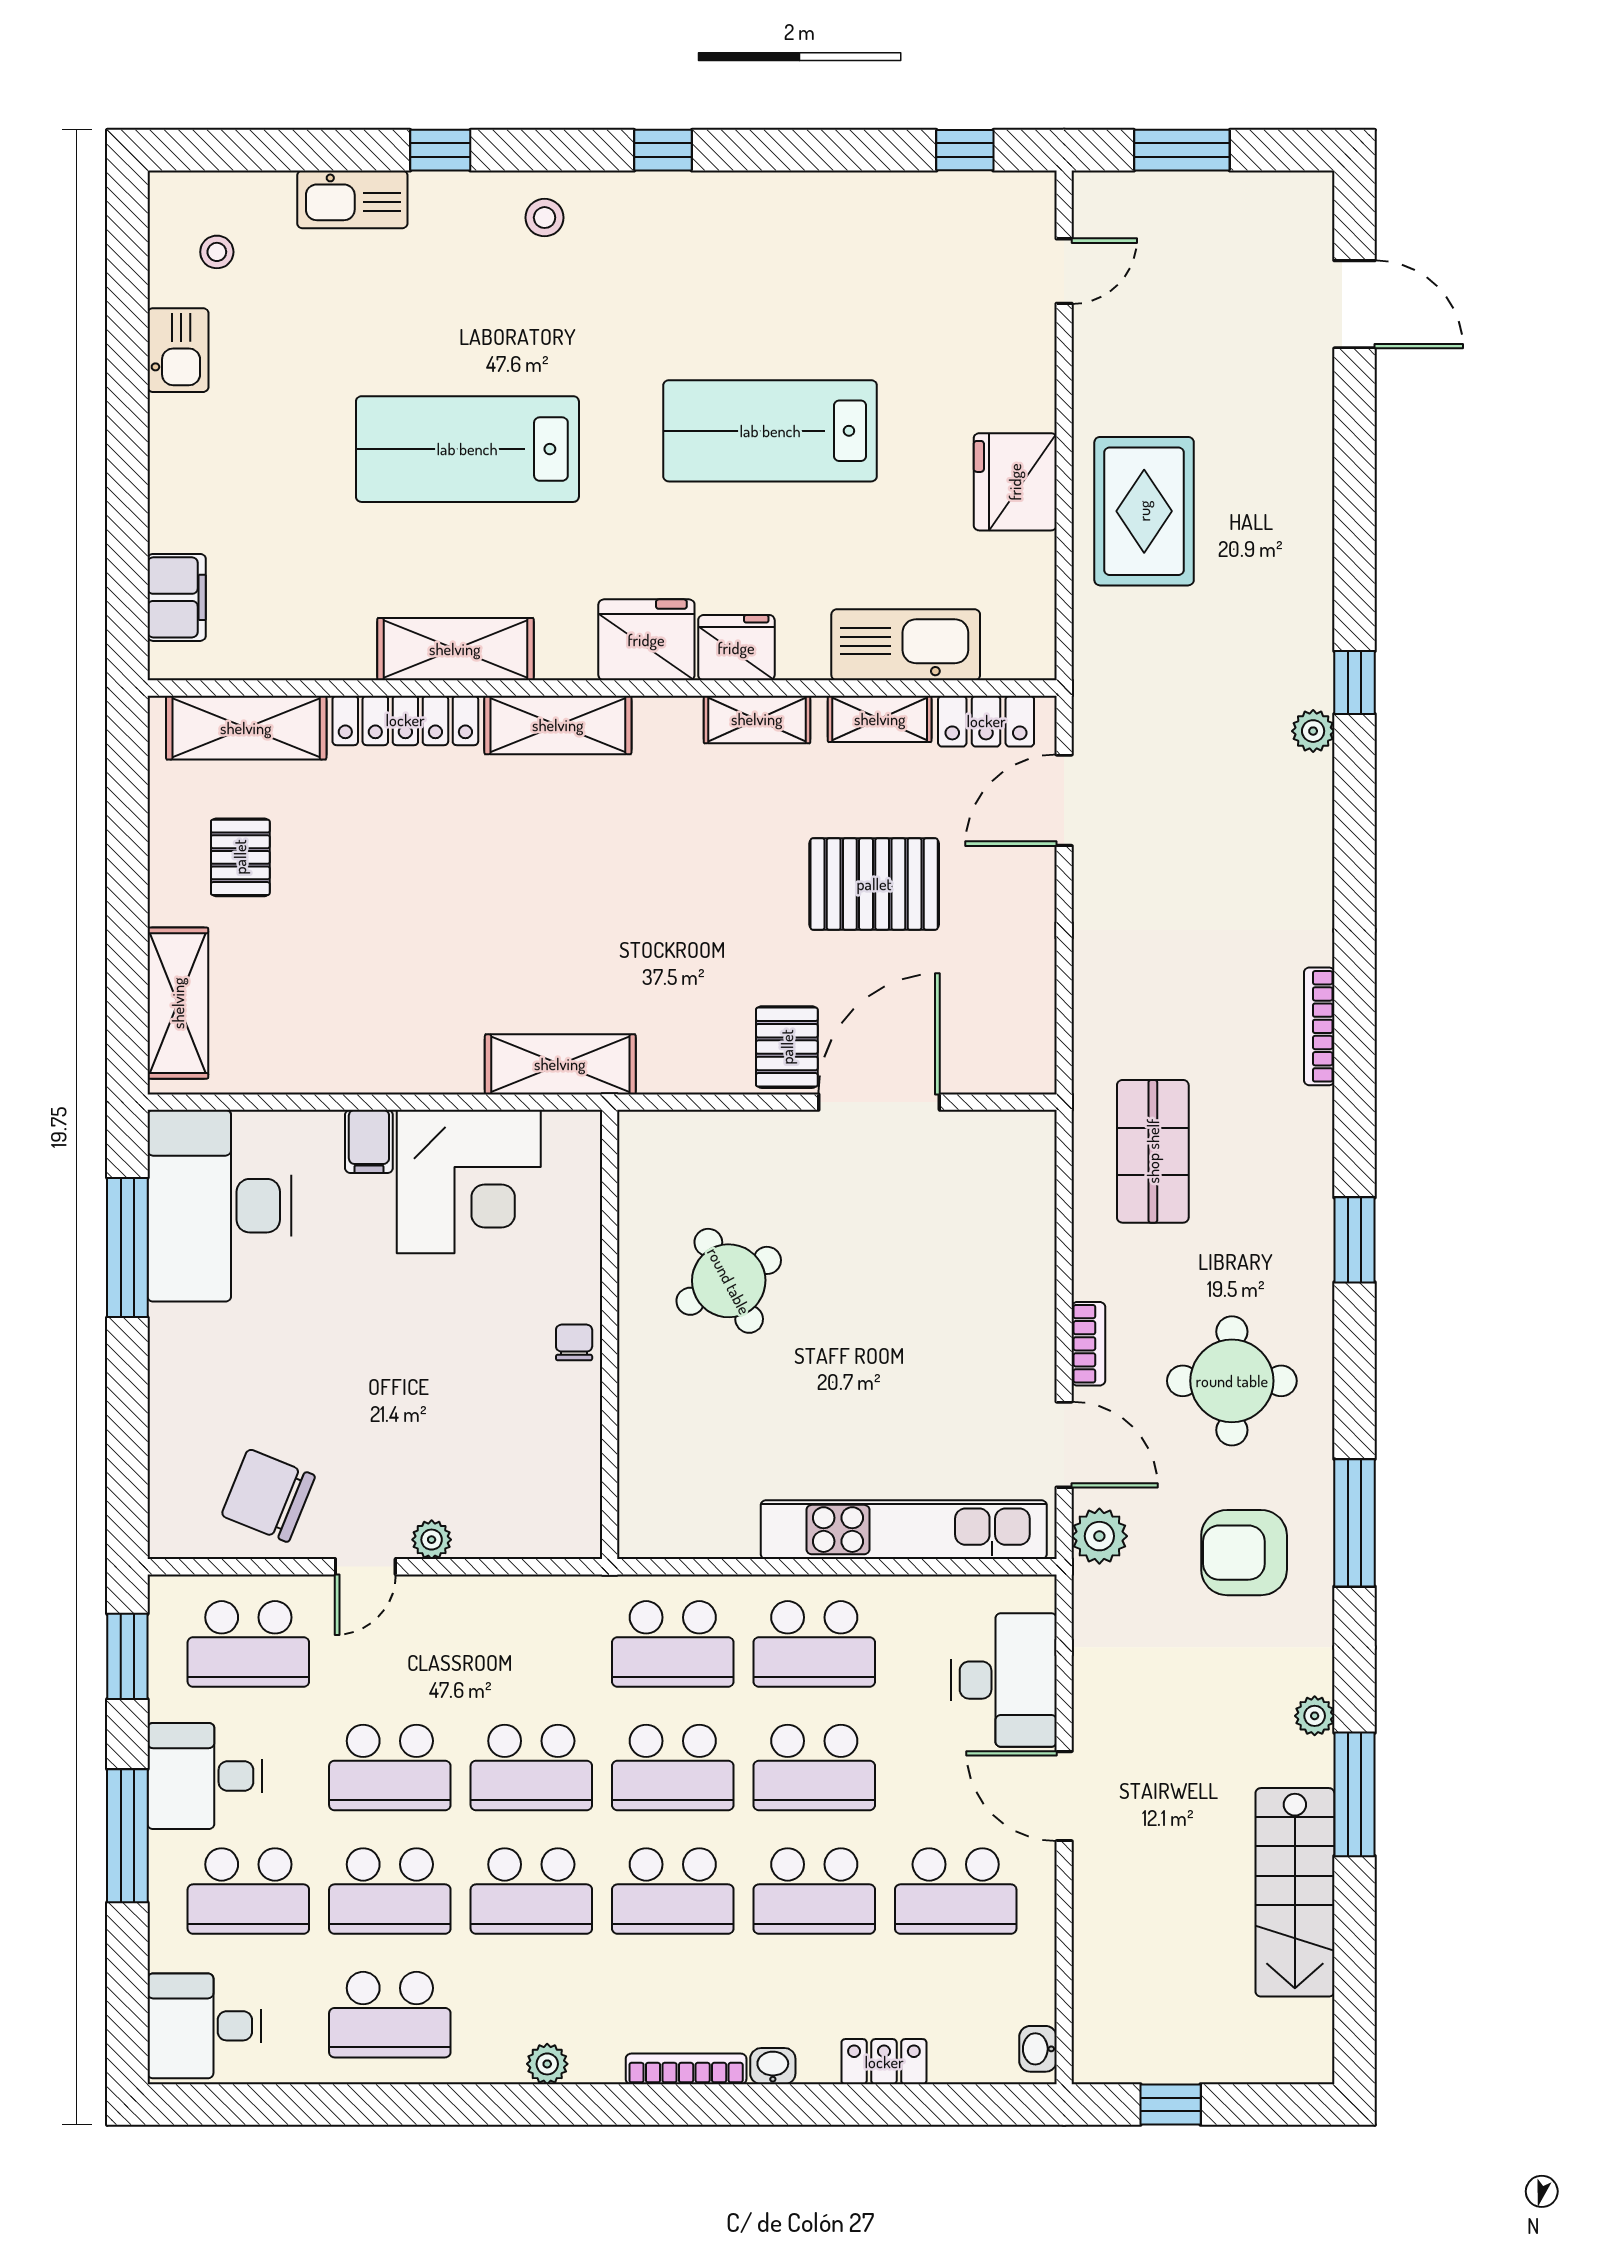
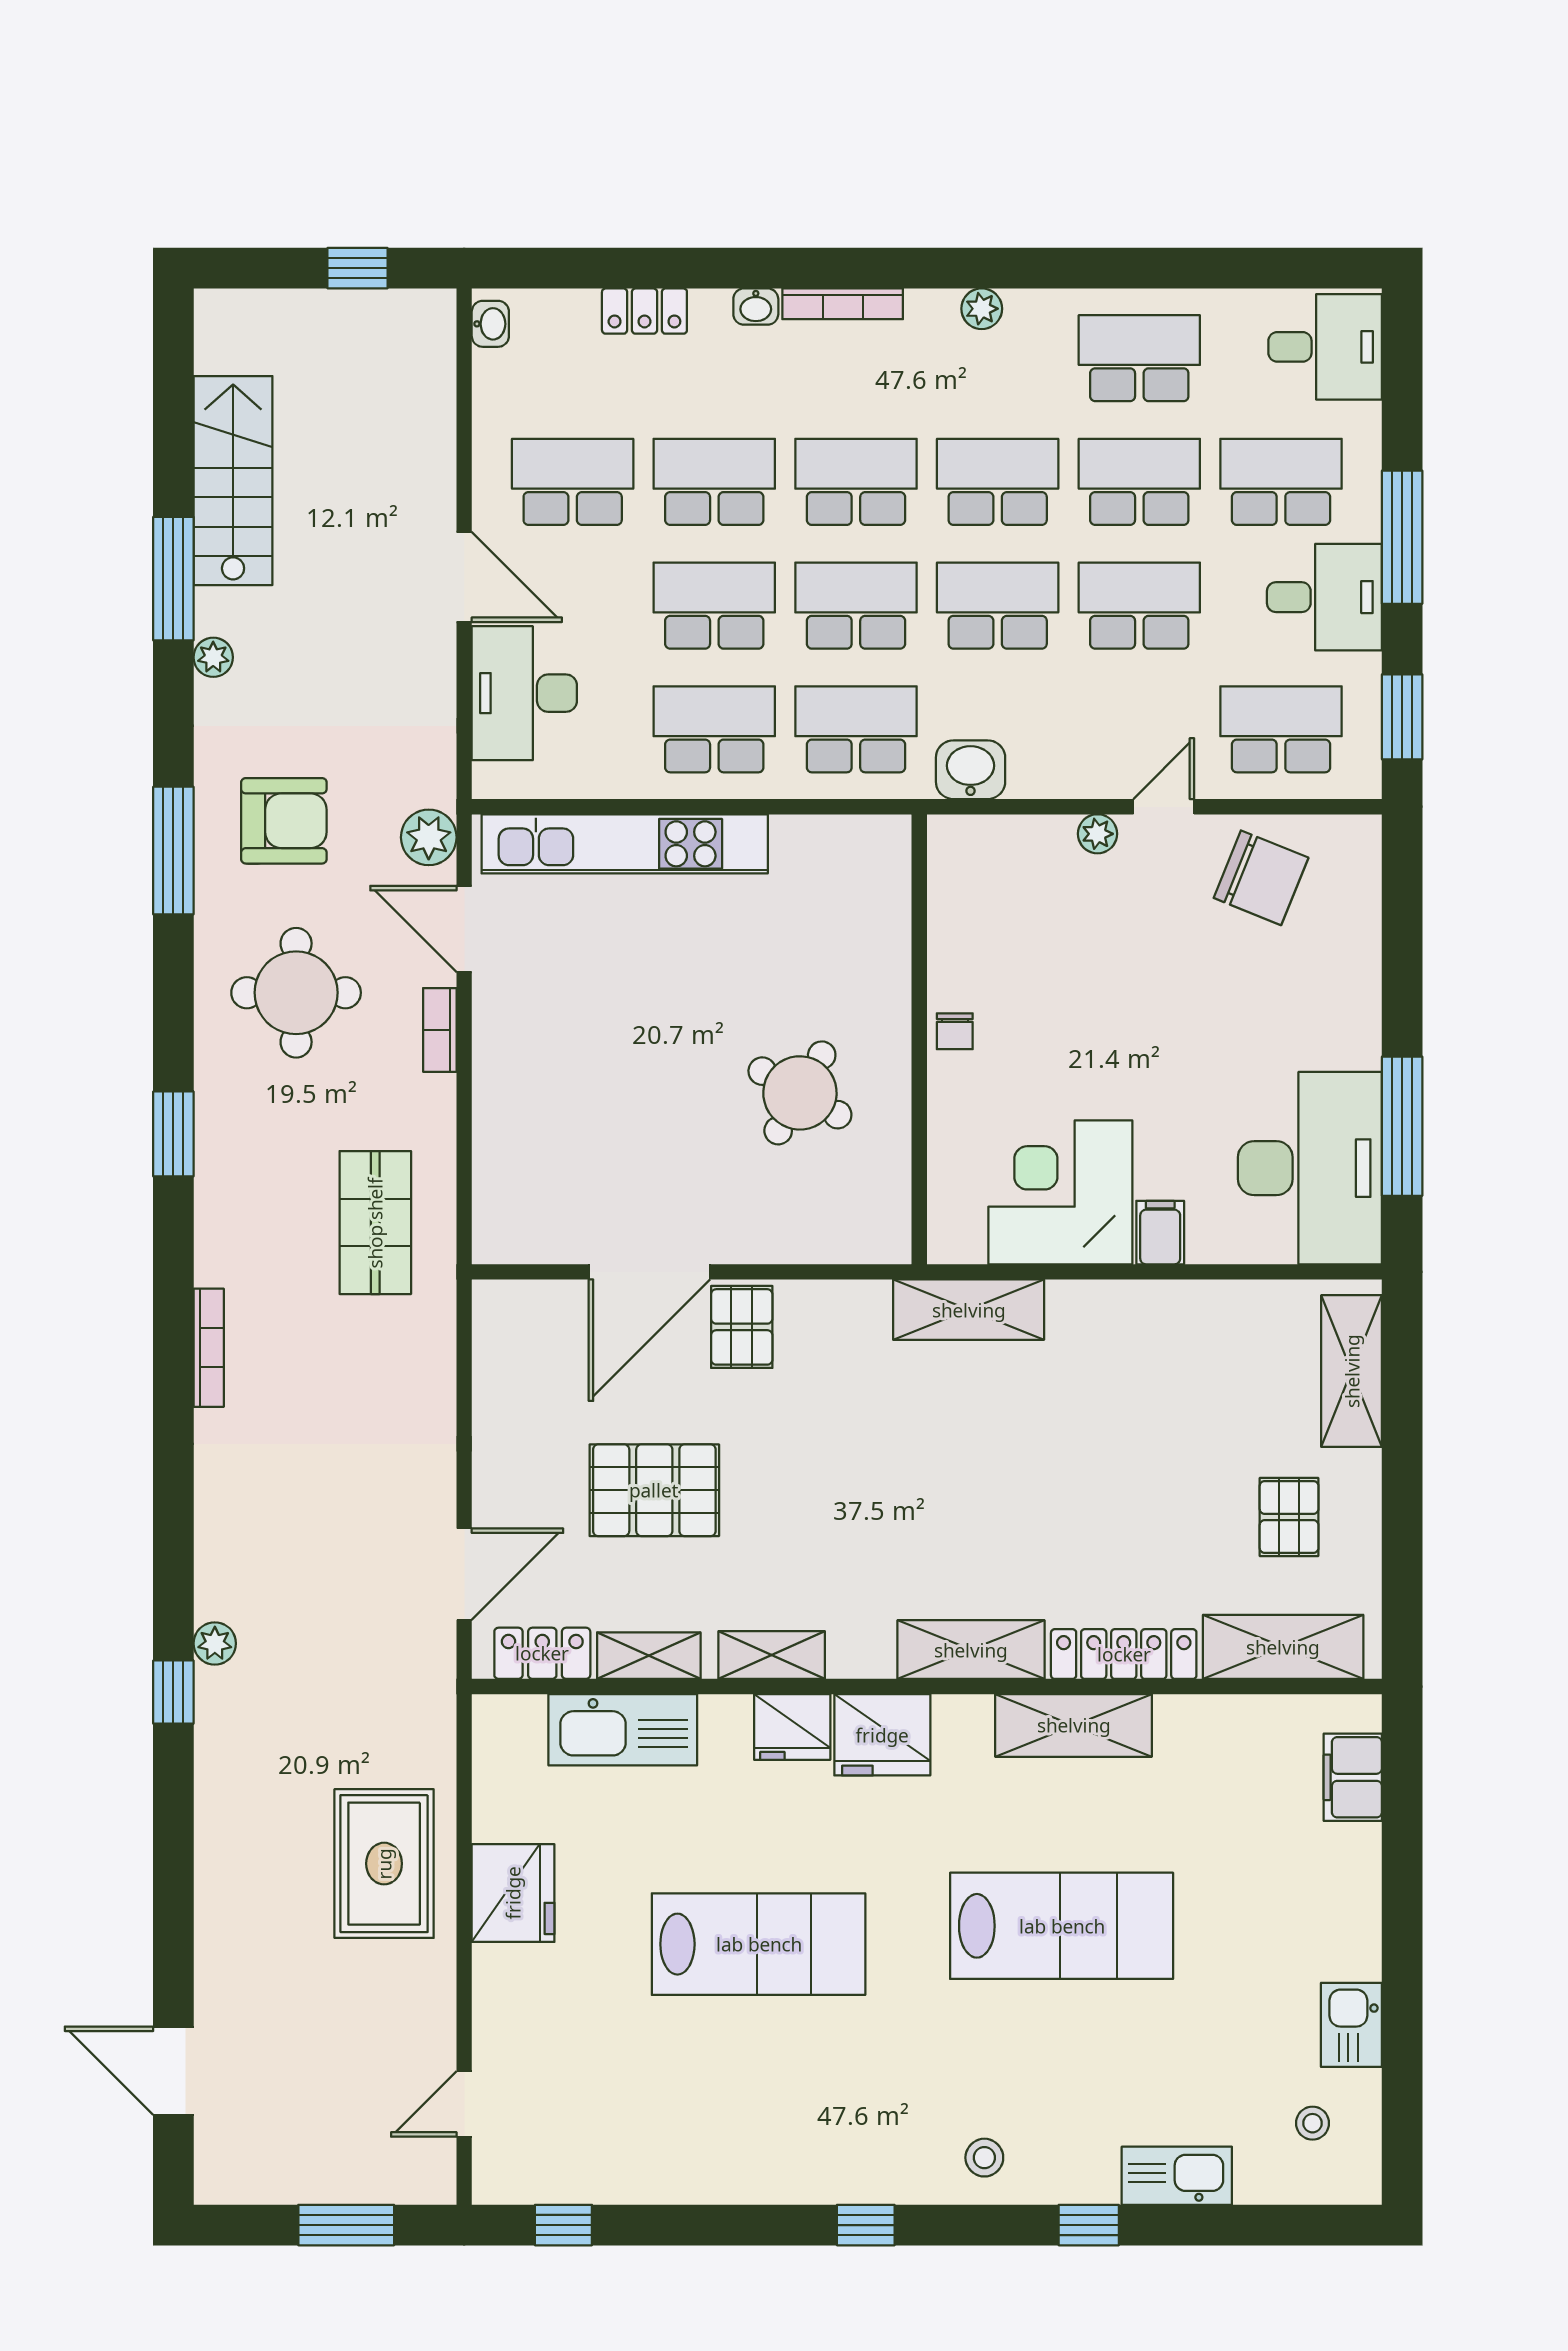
round table: (729, 1281) -> (800, 1093), turned -32
washbasin: (558, 1604) -> (971, 770), added

